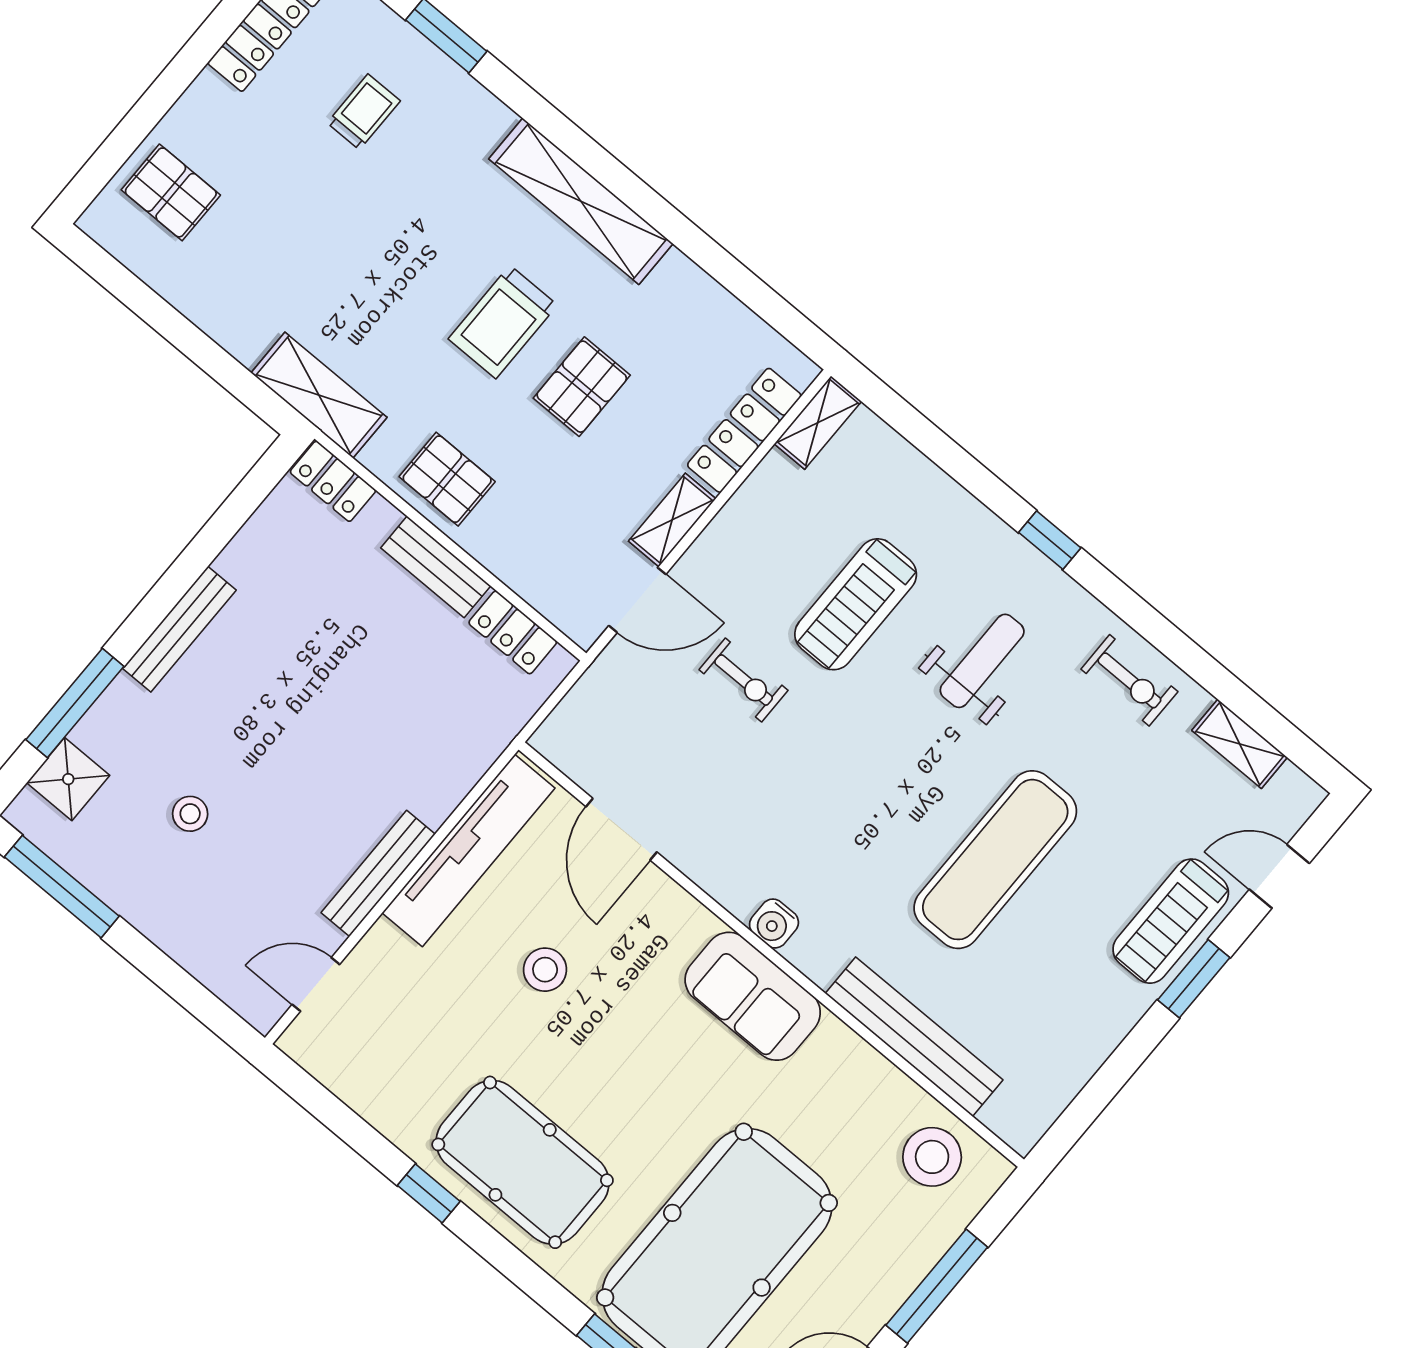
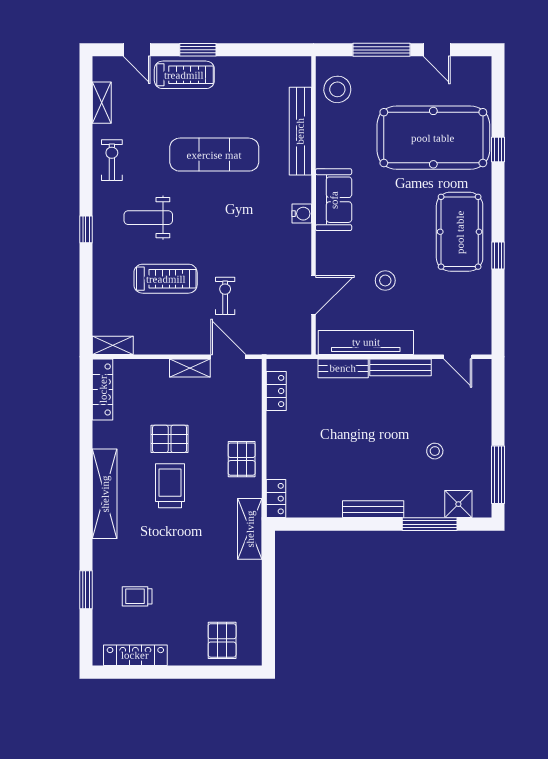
trolley: (503, 322) -> (170, 486), turned -90
locker: (744, 430) -> (103, 389), moved, turned -90
bench: (436, 567) -> (343, 368), moved, turned 90

